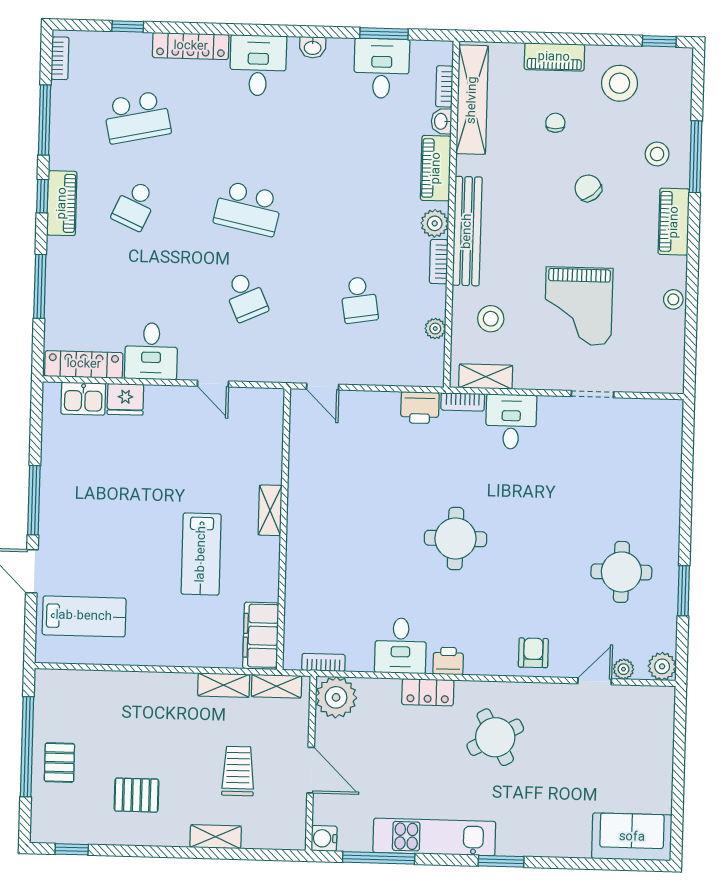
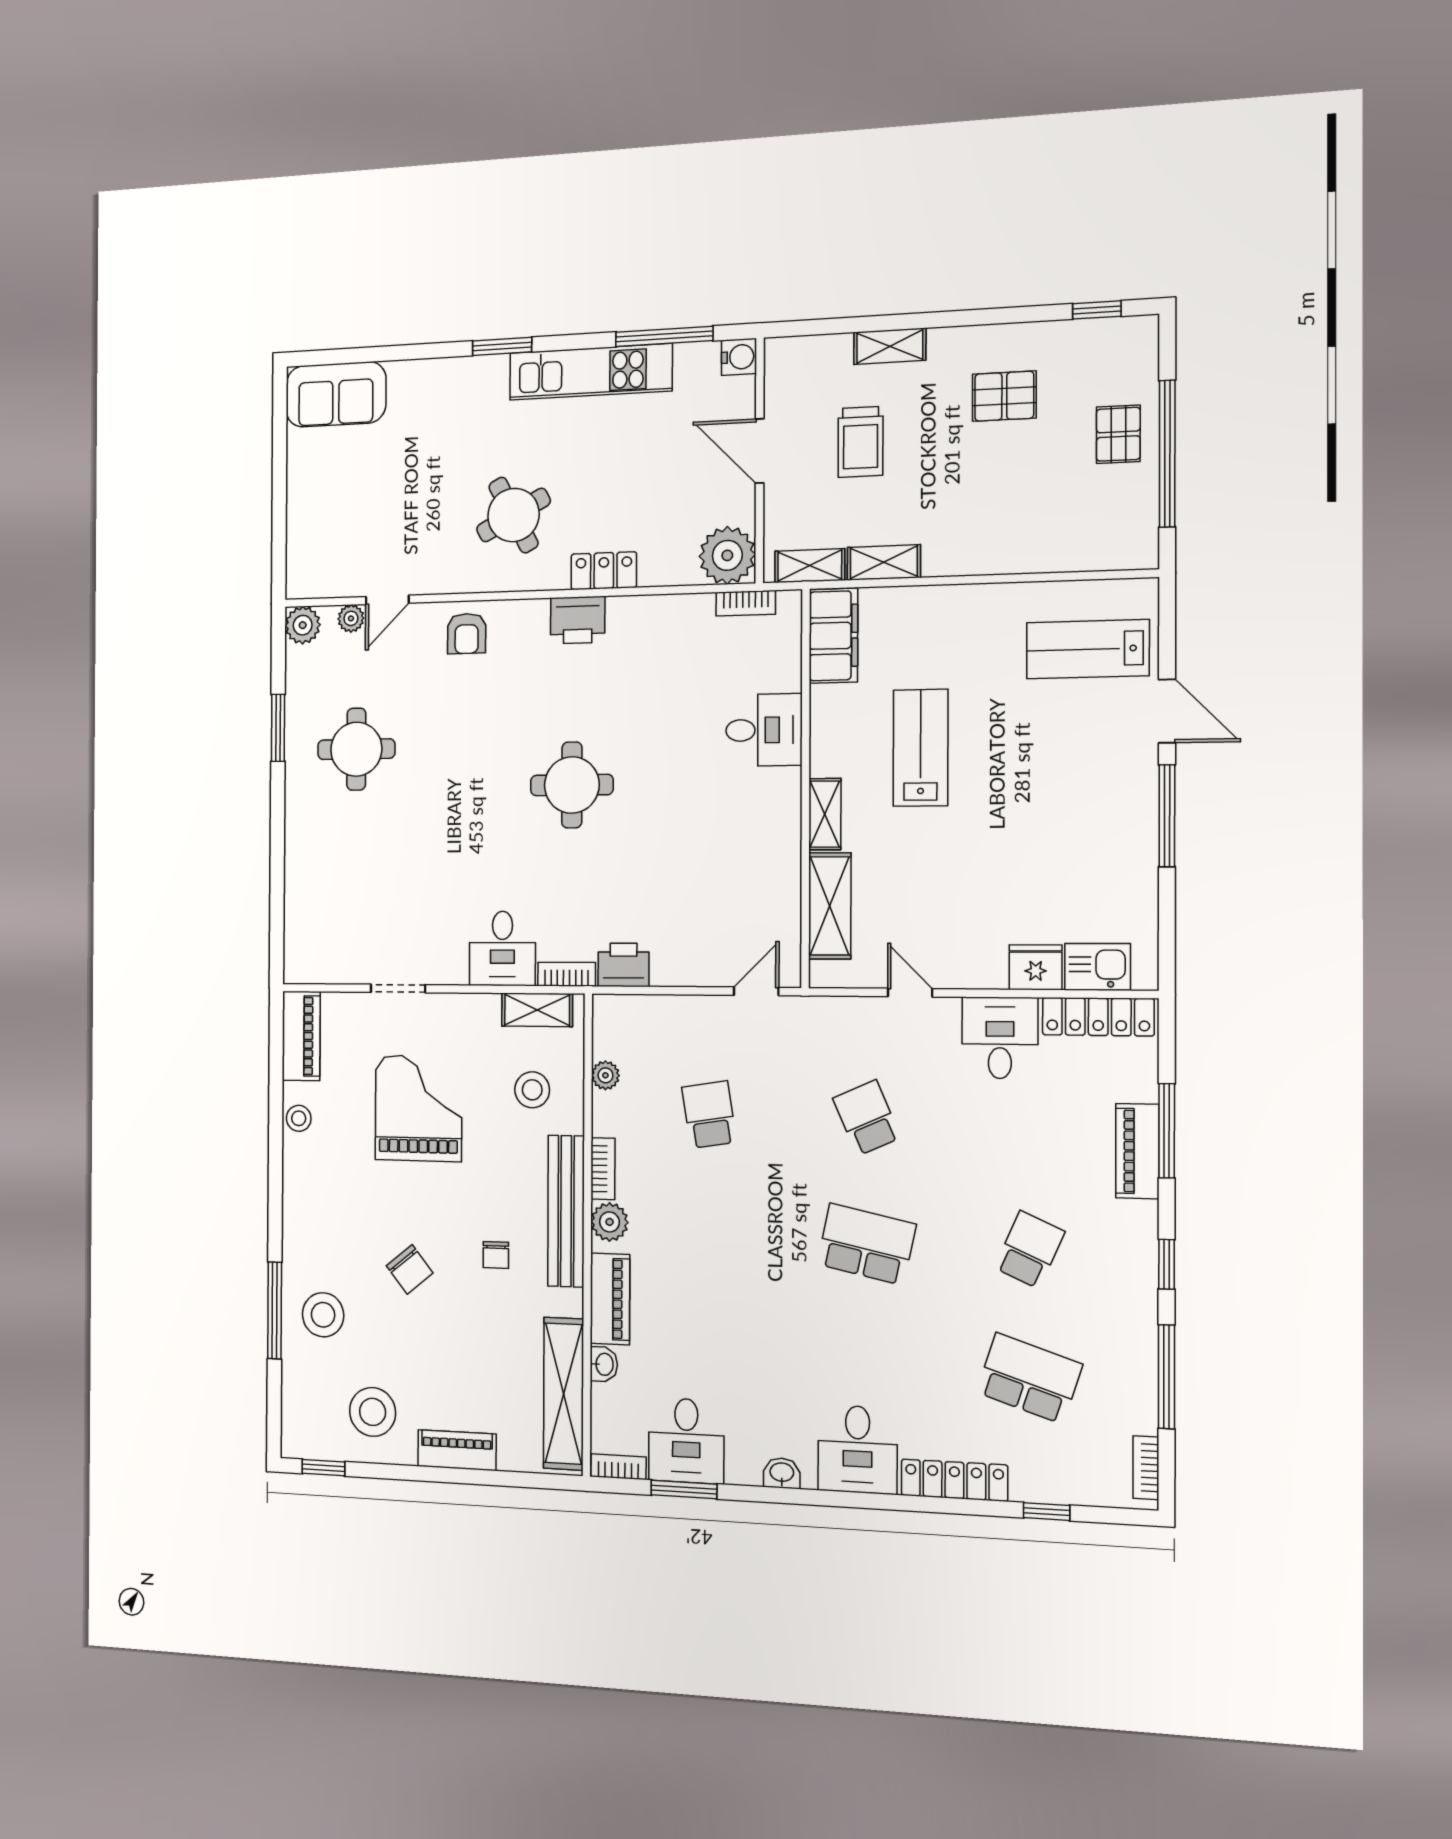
bookcase: (444, 86) -> (618, 1467), moved, turned -90
school desk: (137, 117) -> (1029, 1378), turned 30
chair: (555, 123) -> (496, 1255), moved
stool: (657, 154) -> (323, 1315), width x1.38, depth x1.38
piano: (62, 203) -> (1137, 1151), moved
piano: (674, 222) -> (301, 1036), moved
door: (323, 387) -> (756, 991), hinge flipped
shelving: (268, 446) -> (830, 906), added
desk: (401, 646) -> (764, 730), moved, turned 90
printer: (448, 661) -> (578, 620), width x1.36, depth x1.24

